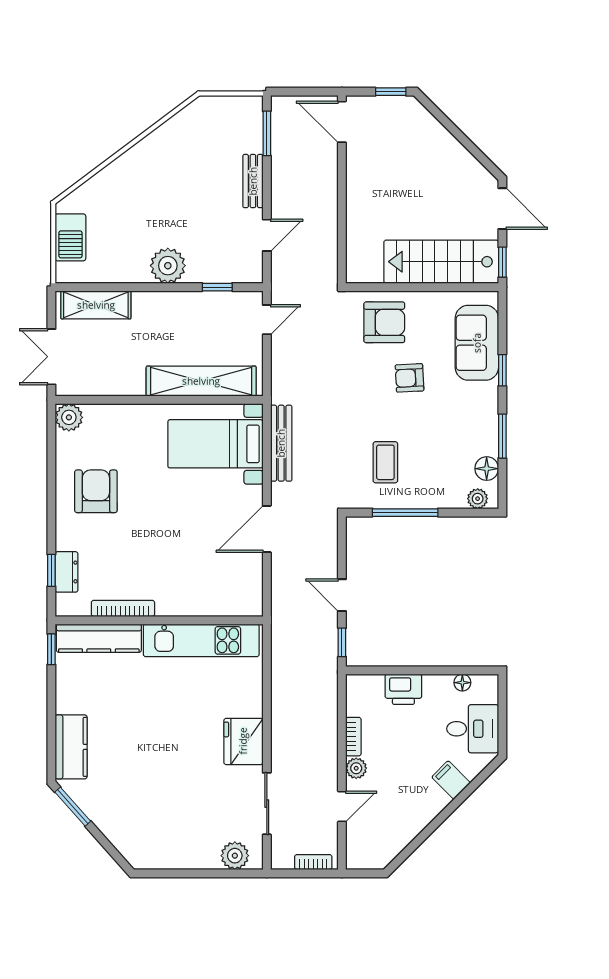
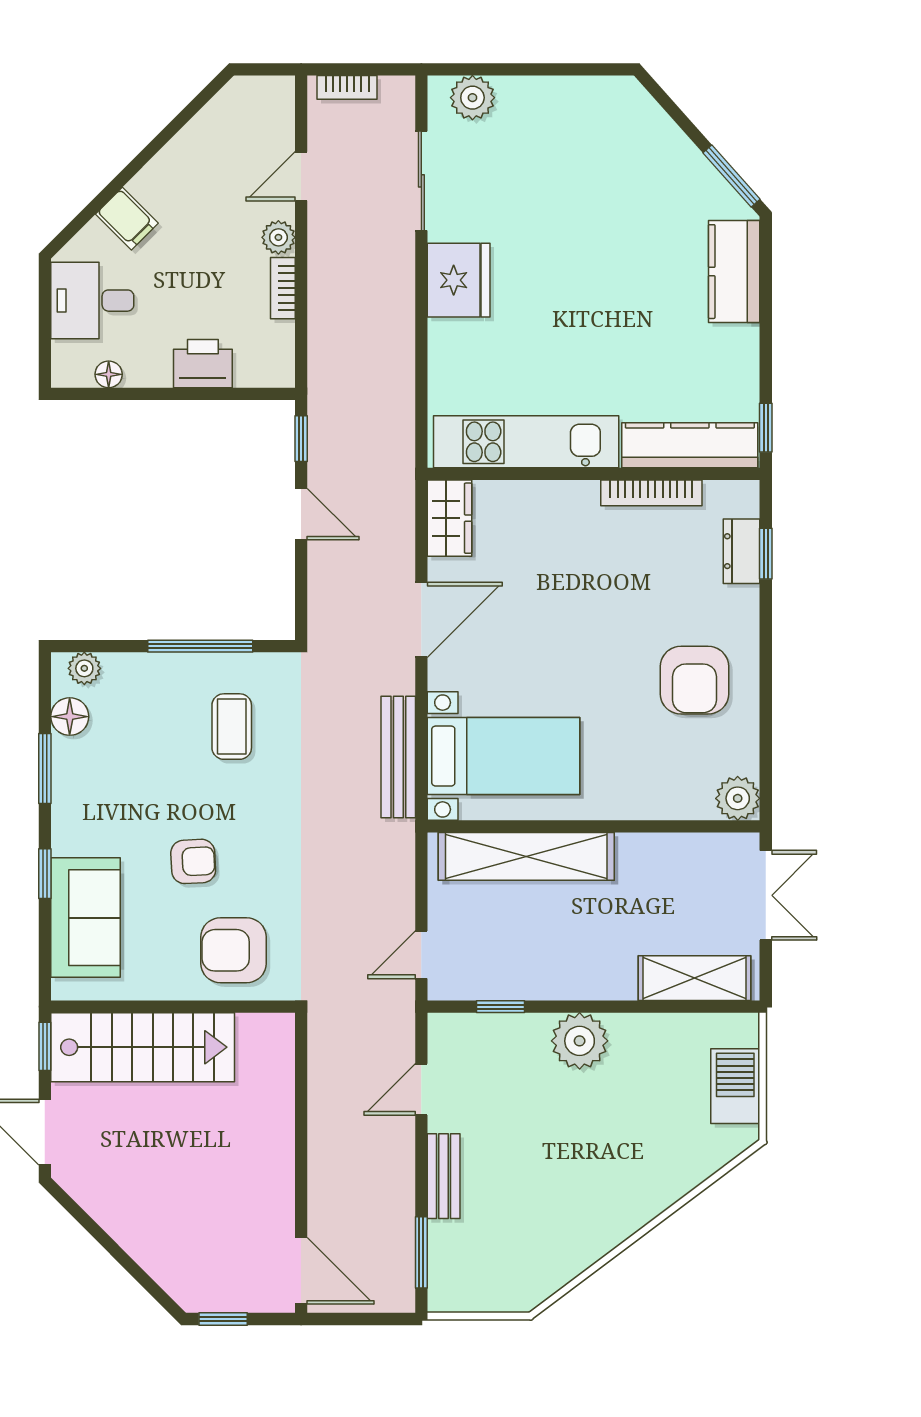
wardrobe: (249, 593) -> (449, 518), added

